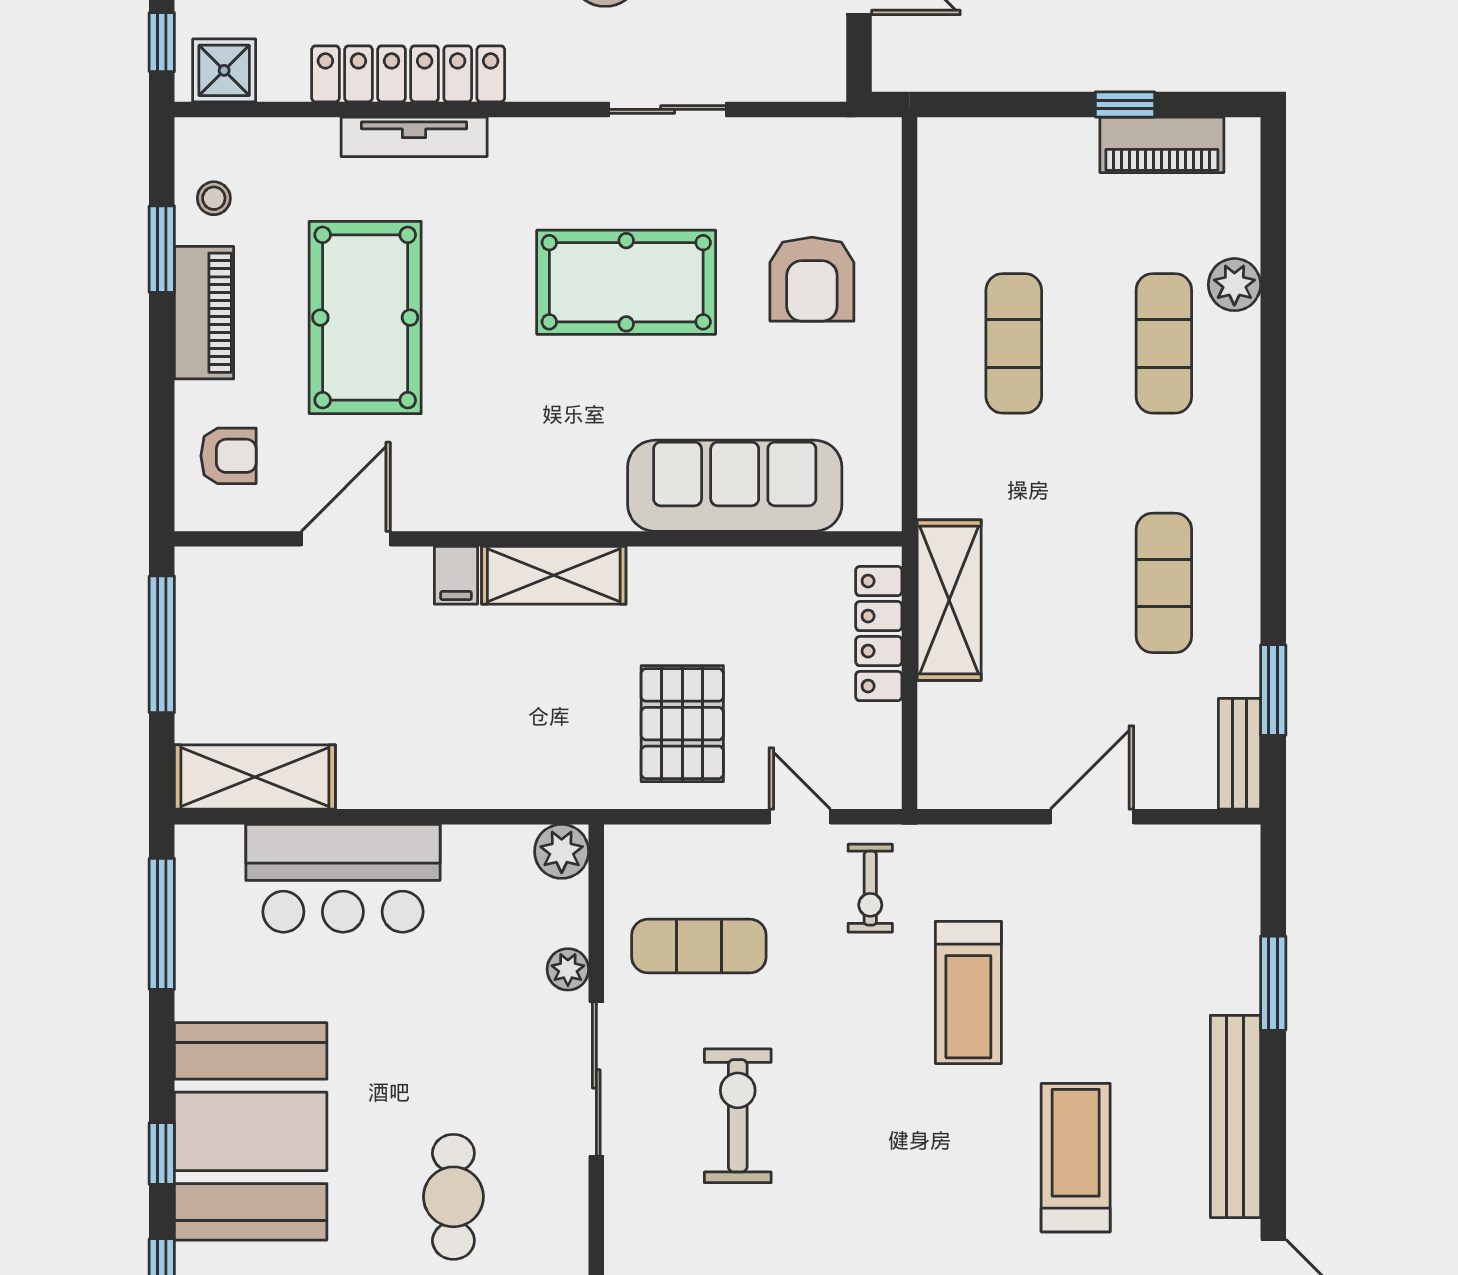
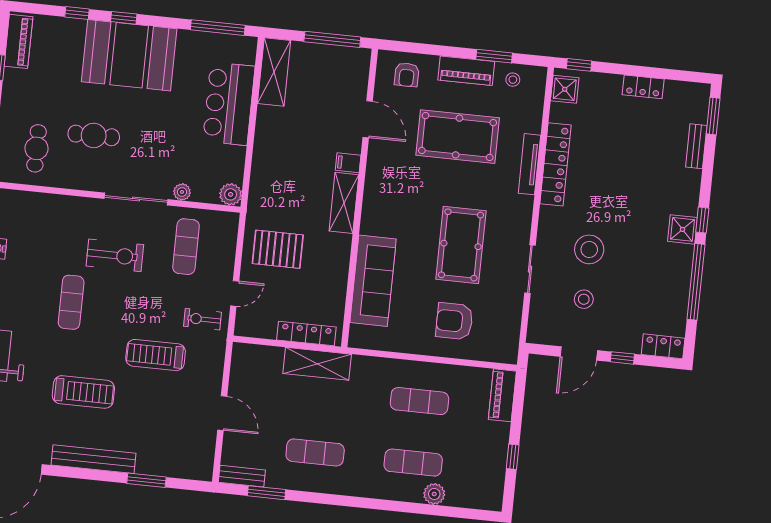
piano: (1162, 145) -> (502, 395), moved
exercise mat: (862, 1210) -> (71, 302), added

